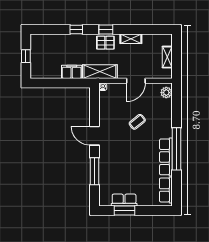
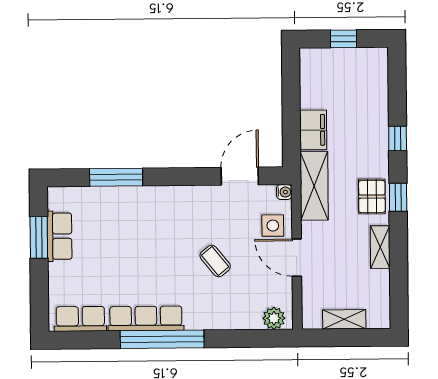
side table: (120, 93) -> (273, 226), added
door: (95, 136) -> (240, 176), moved

